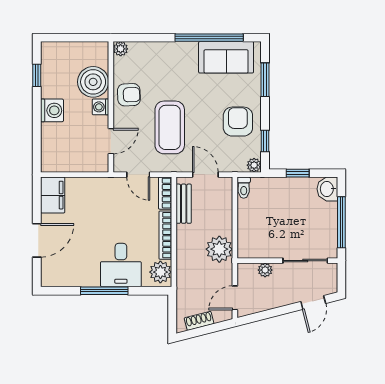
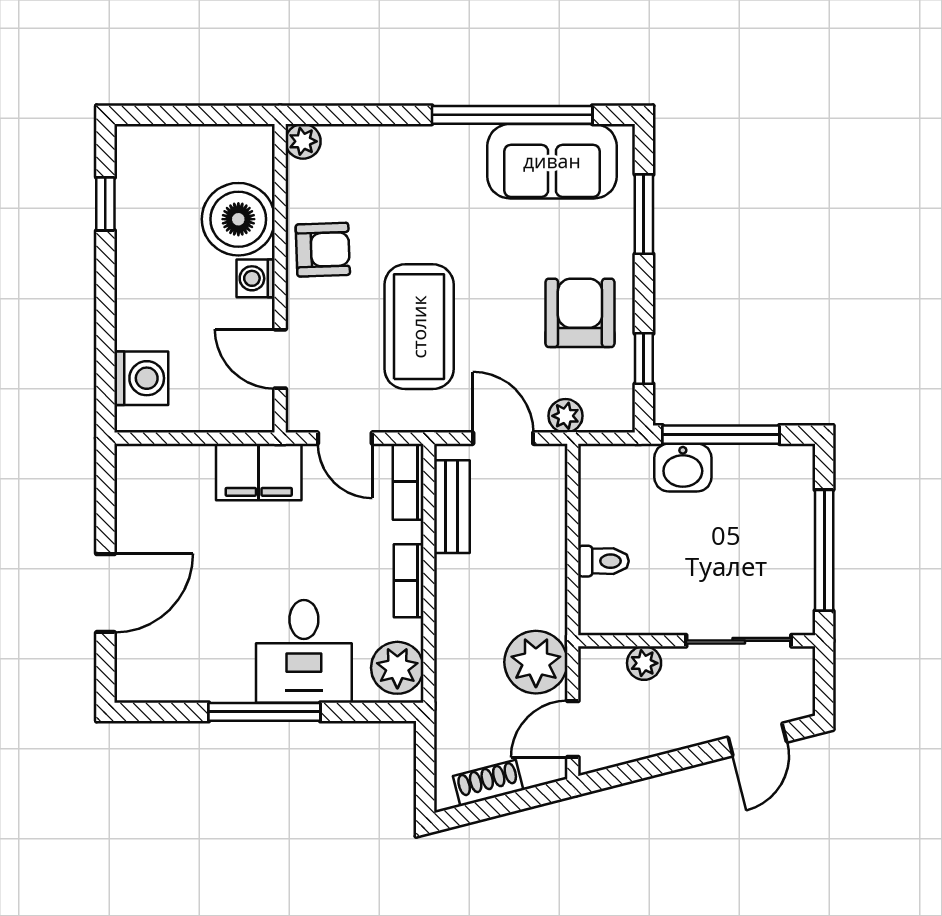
washing machine: (52, 110) -> (141, 378), moved
door: (111, 141) -> (280, 359), swing flipped
plant: (254, 165) -> (566, 416), moved
window: (298, 173) -> (721, 435), width x2.17
toilet: (244, 188) -> (603, 561), moved, turned -90
washbasin: (327, 189) -> (683, 468), moved, turned -90
filing cabinet: (53, 195) -> (259, 472), moved, turned 90
bookcase: (165, 235) -> (409, 581), width x0.64
plant: (219, 249) -> (536, 662), moved

